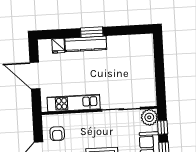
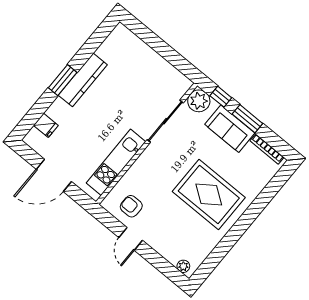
kitchen counter: (86, 44) -> (83, 80), moved
armchair: (57, 134) -> (131, 206), turned 180

